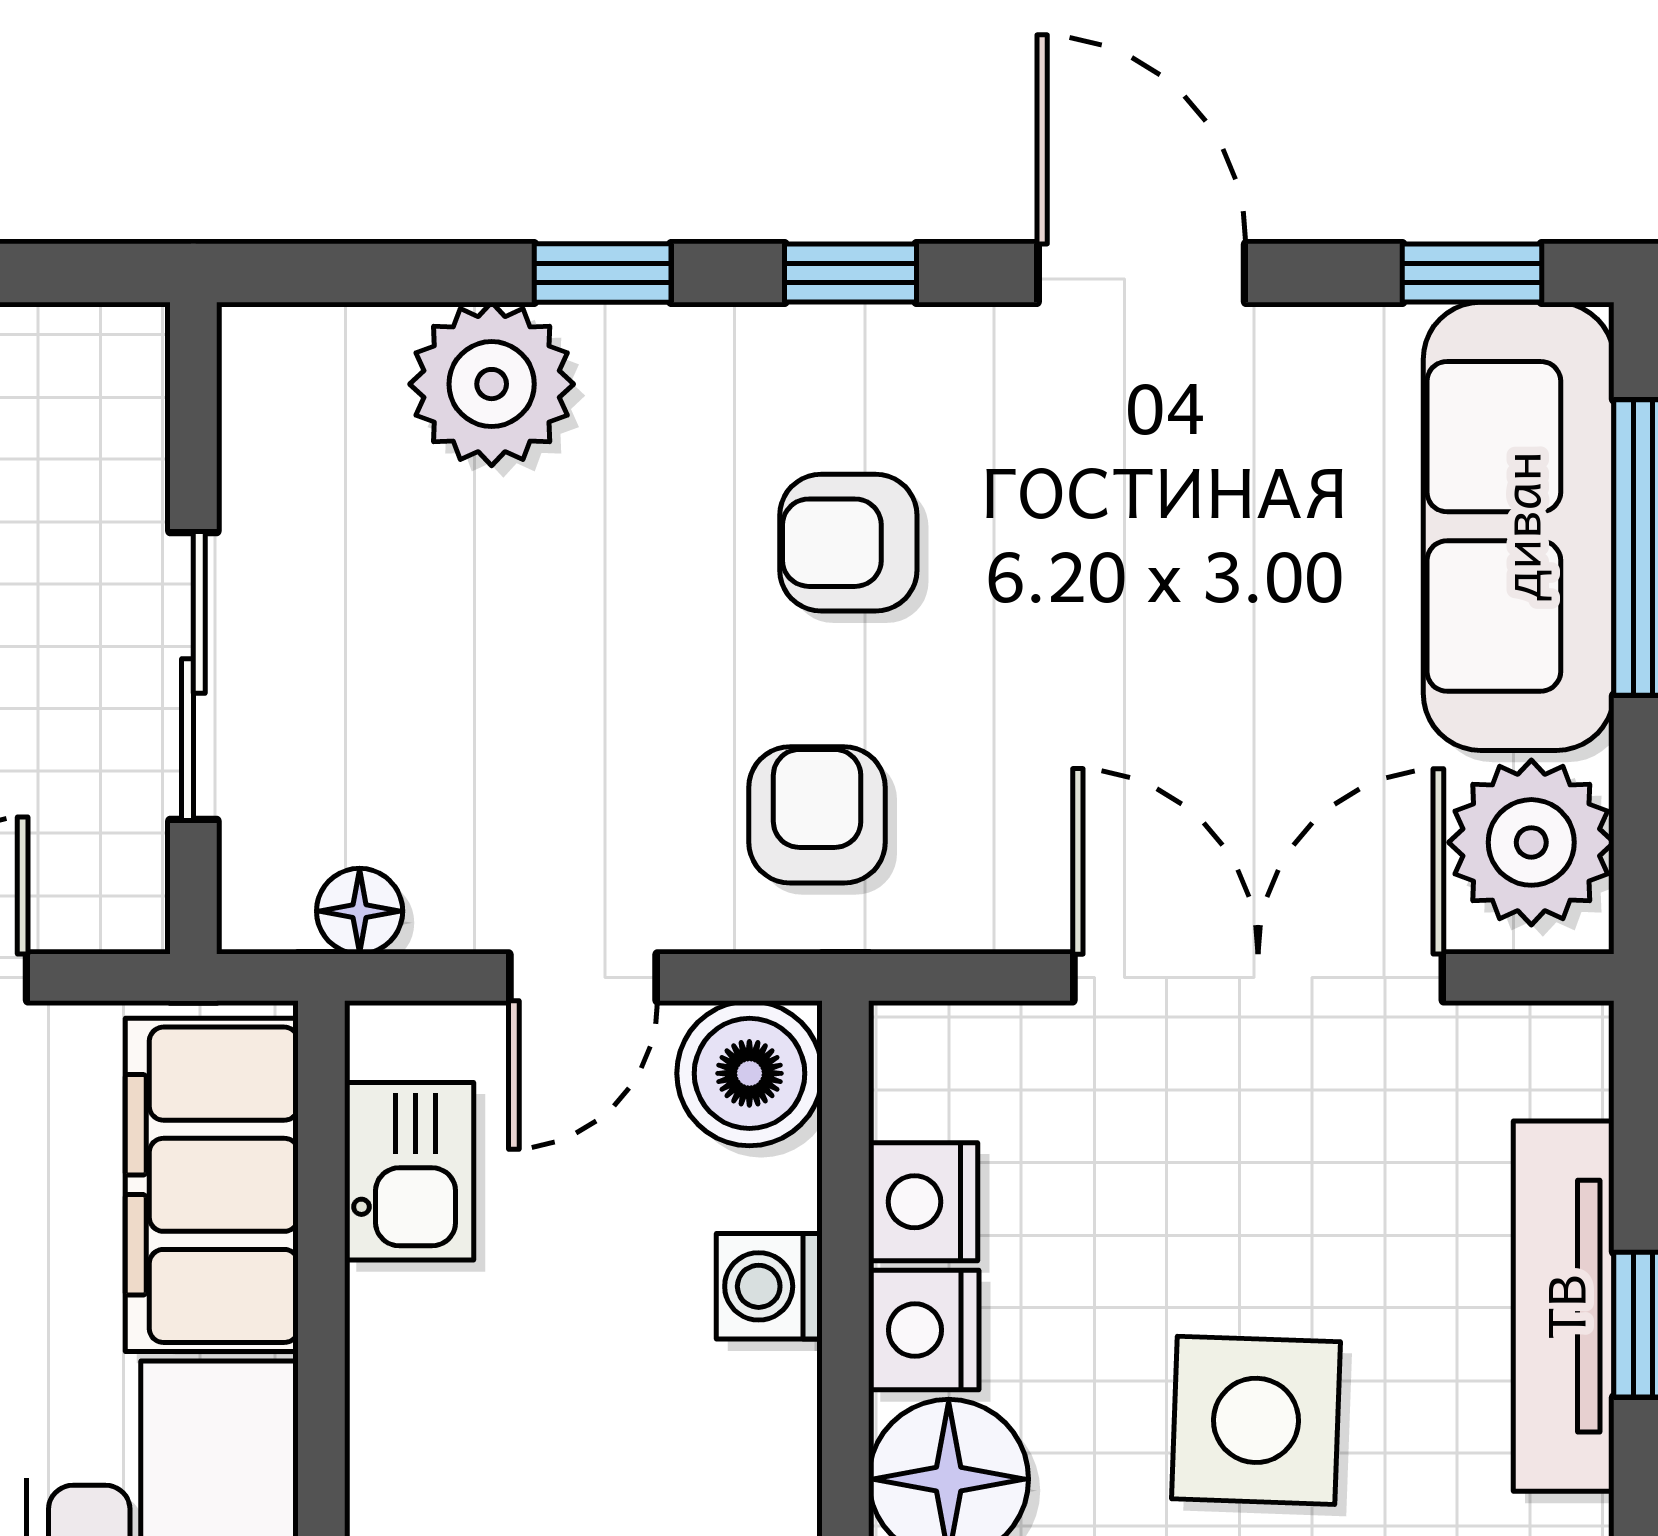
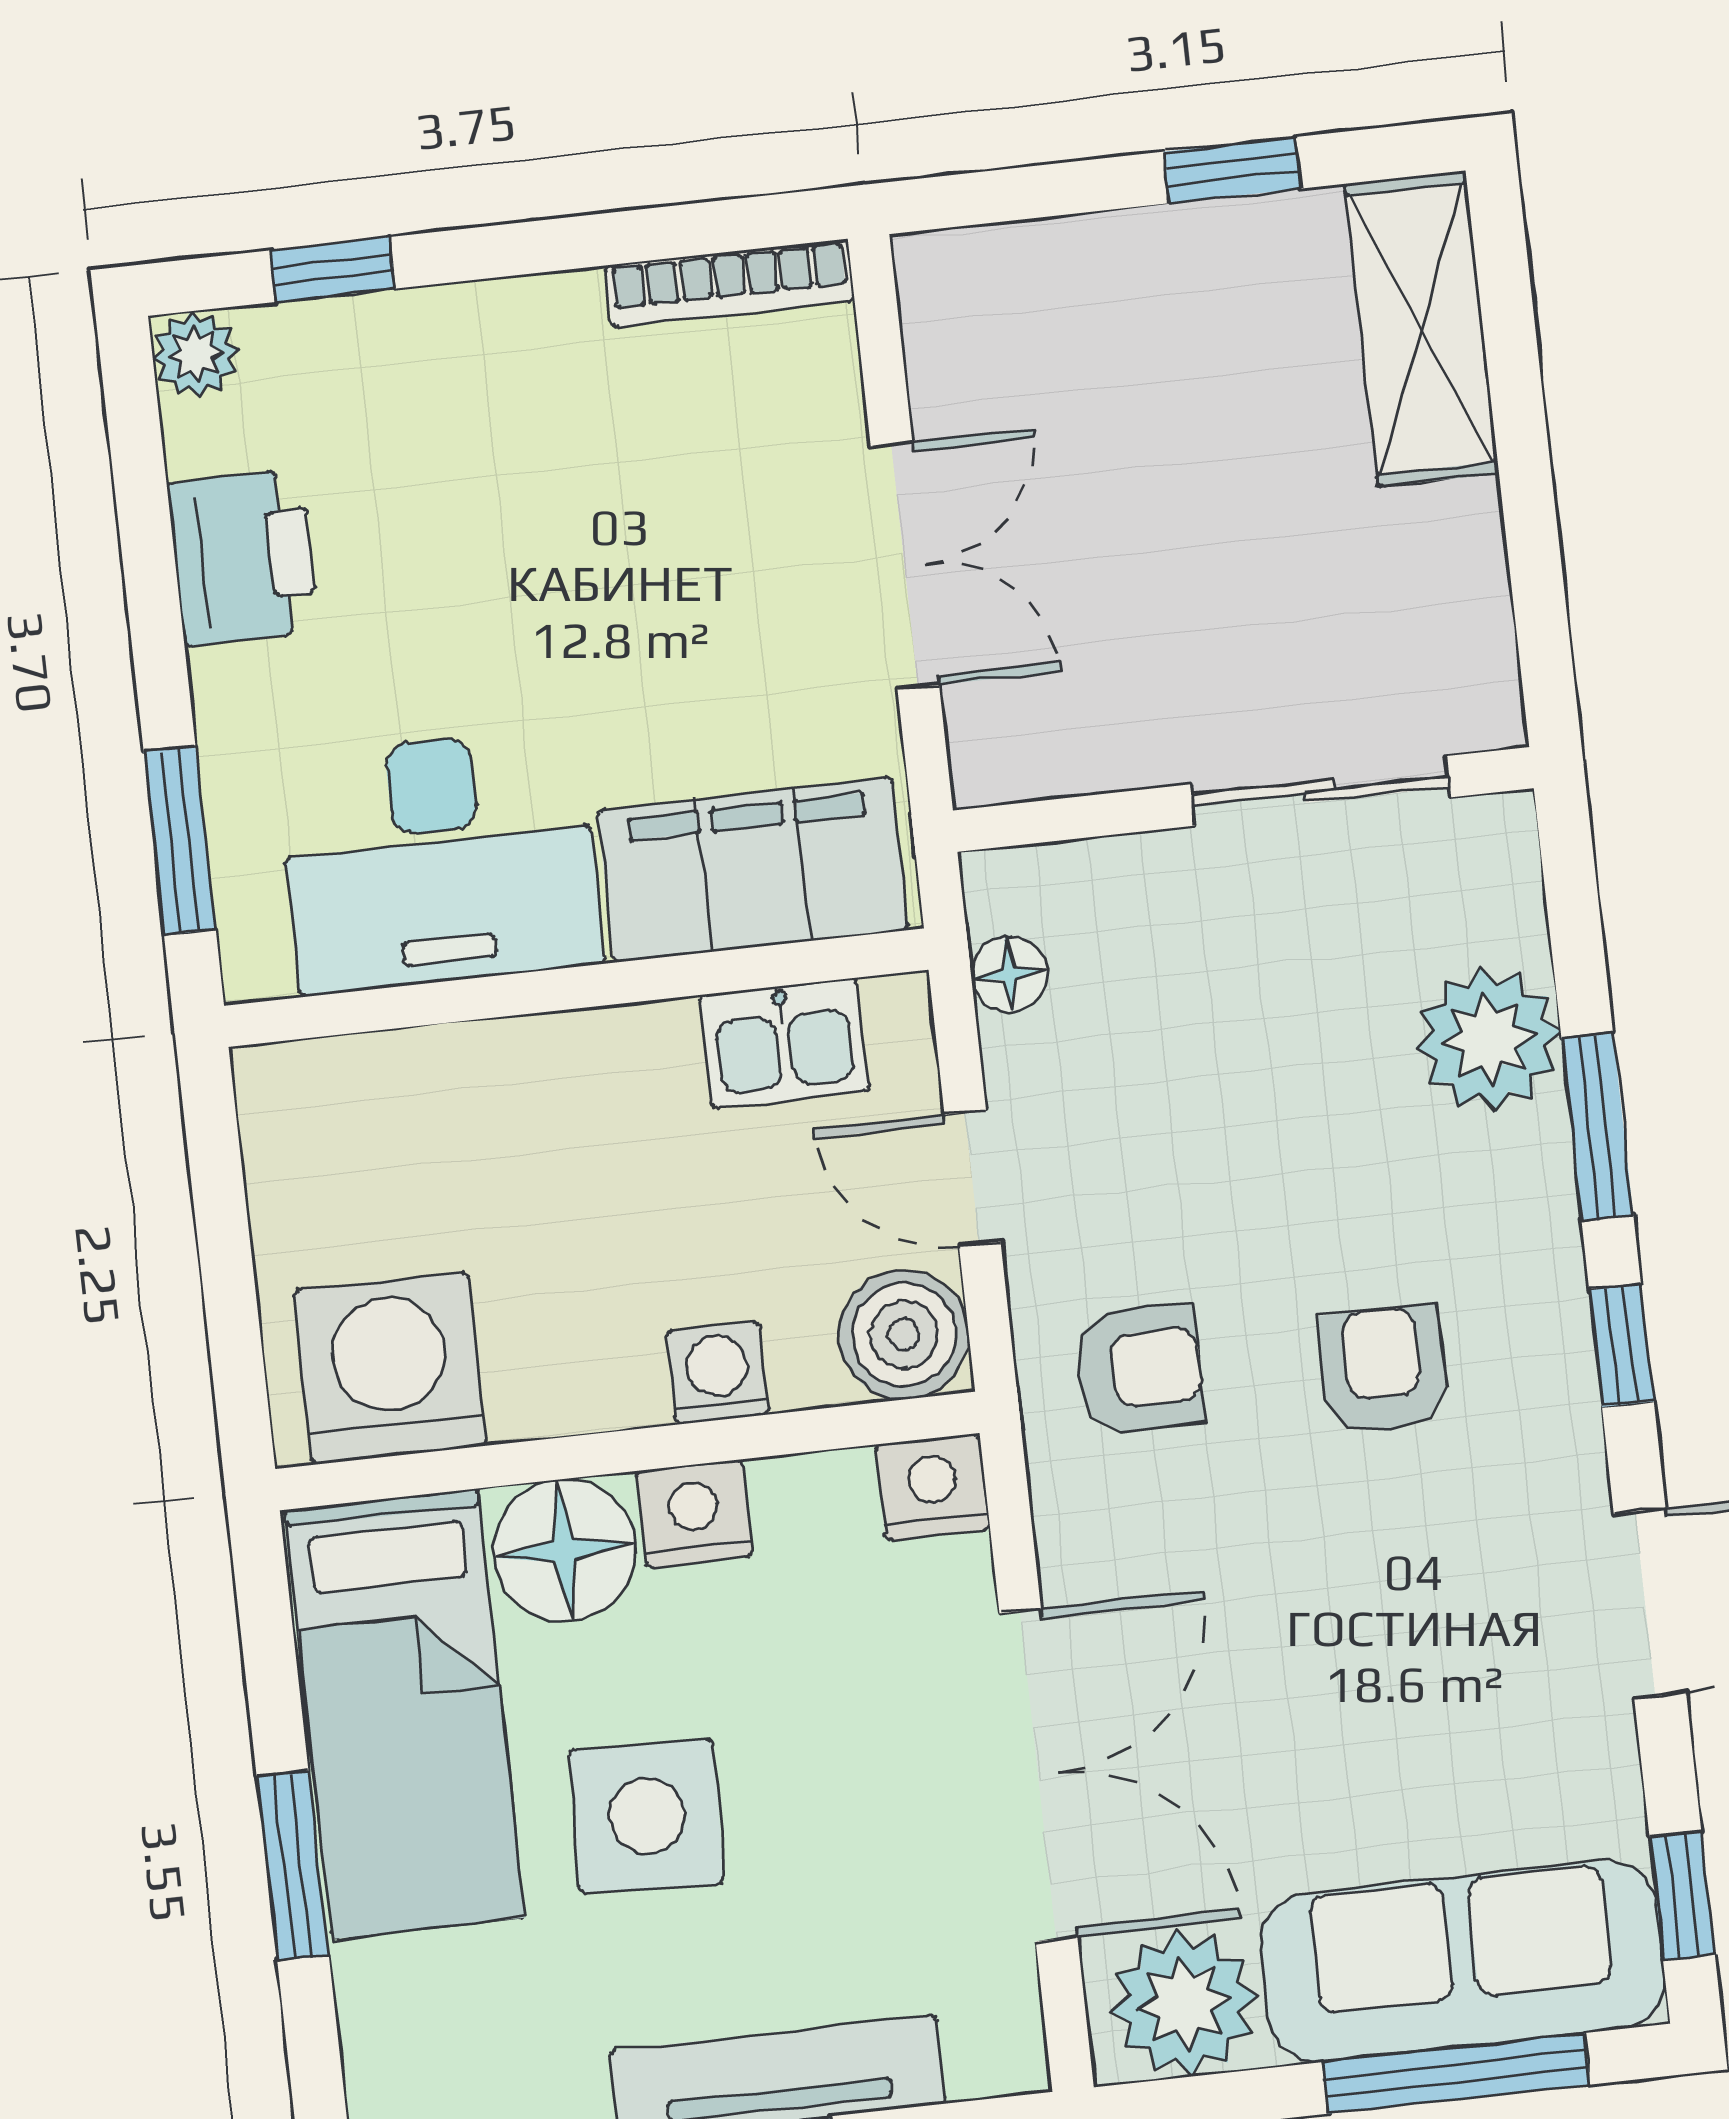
window: (603, 273) -> (1597, 1127), width x1.50
sliding door: (193, 676) -> (1320, 791), moved
nightstand: (923, 1202) -> (933, 1487), moved

